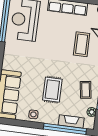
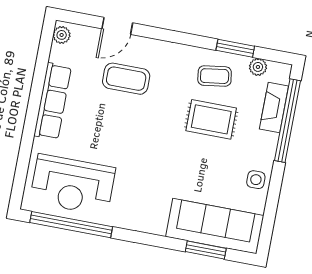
rug: (52, 90) -> (211, 119), moved

